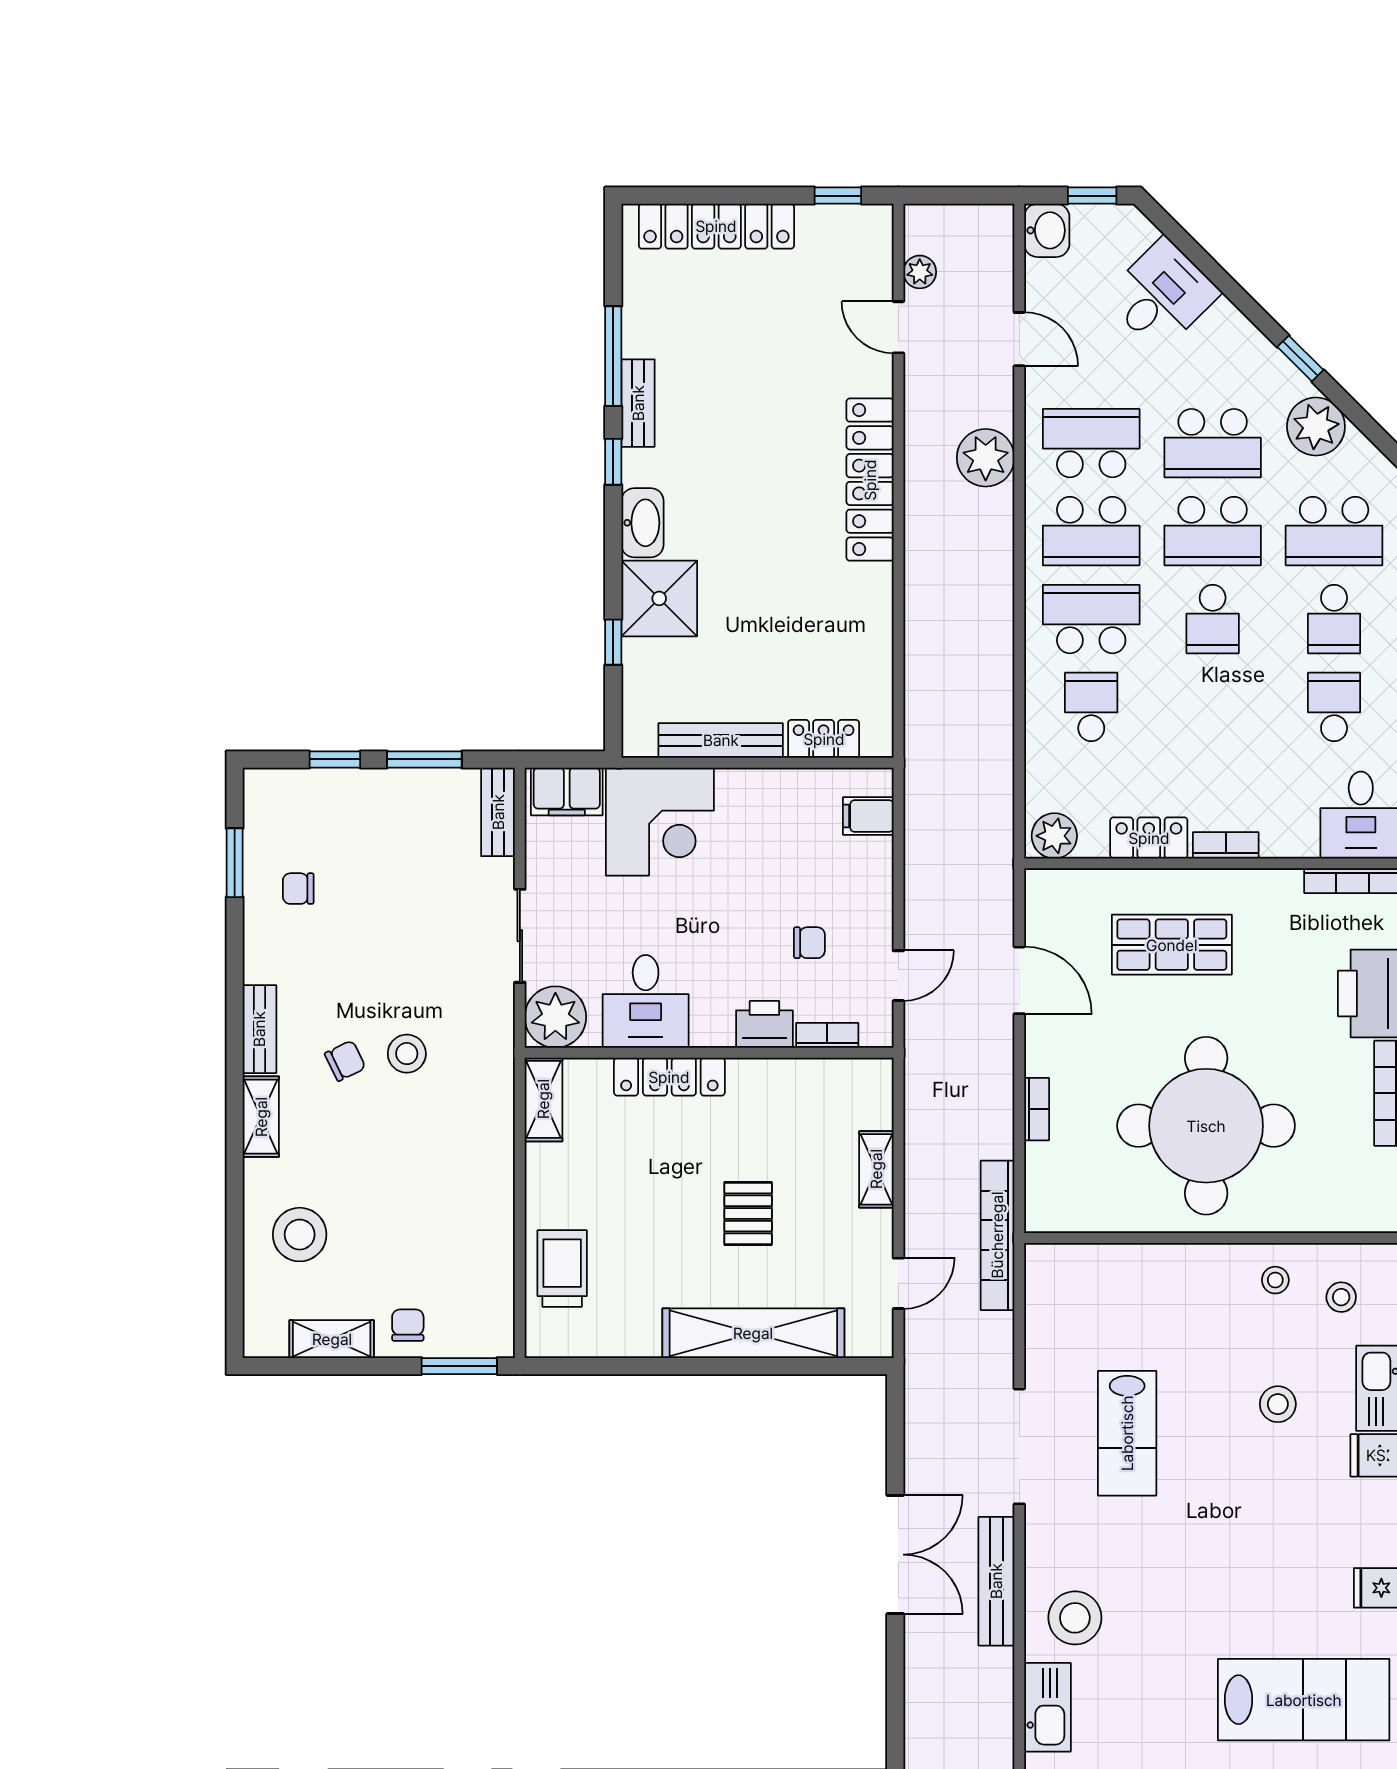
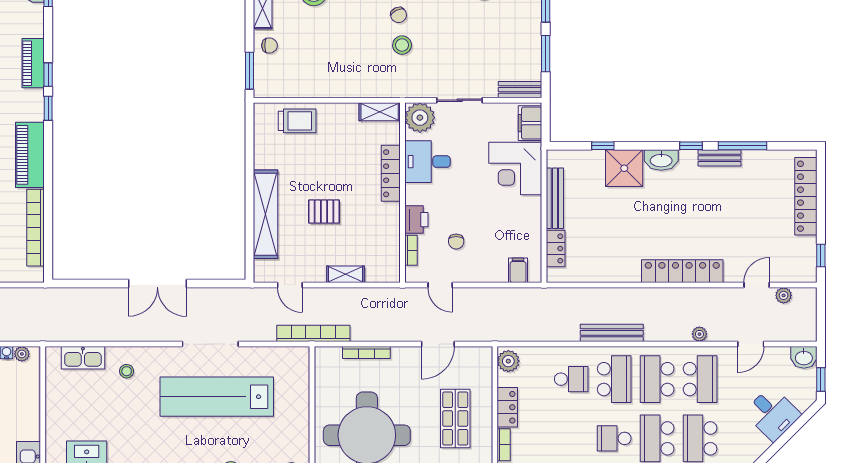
plant: (986, 458) -> (699, 334), width x0.53, depth x0.53
bookcase: (1037, 1109) -> (366, 352), width x1.56
lab bench: (1127, 1433) -> (217, 397), width x1.86, depth x1.39
bench: (996, 1581) -> (612, 333), moved
stool: (1075, 1618) -> (127, 371), width x0.53, depth x0.53

